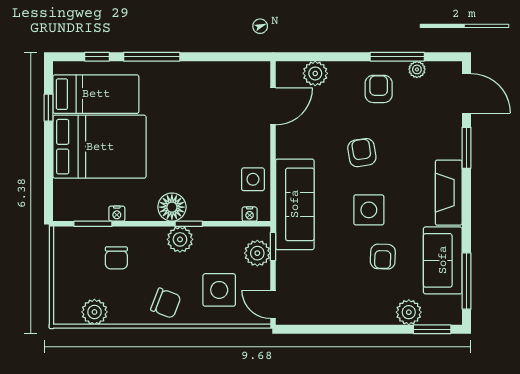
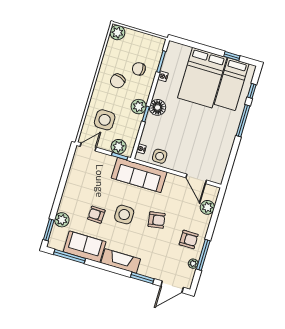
chair: (166, 303) -> (118, 81), moved
plant: (94, 312) -> (117, 33), moved

